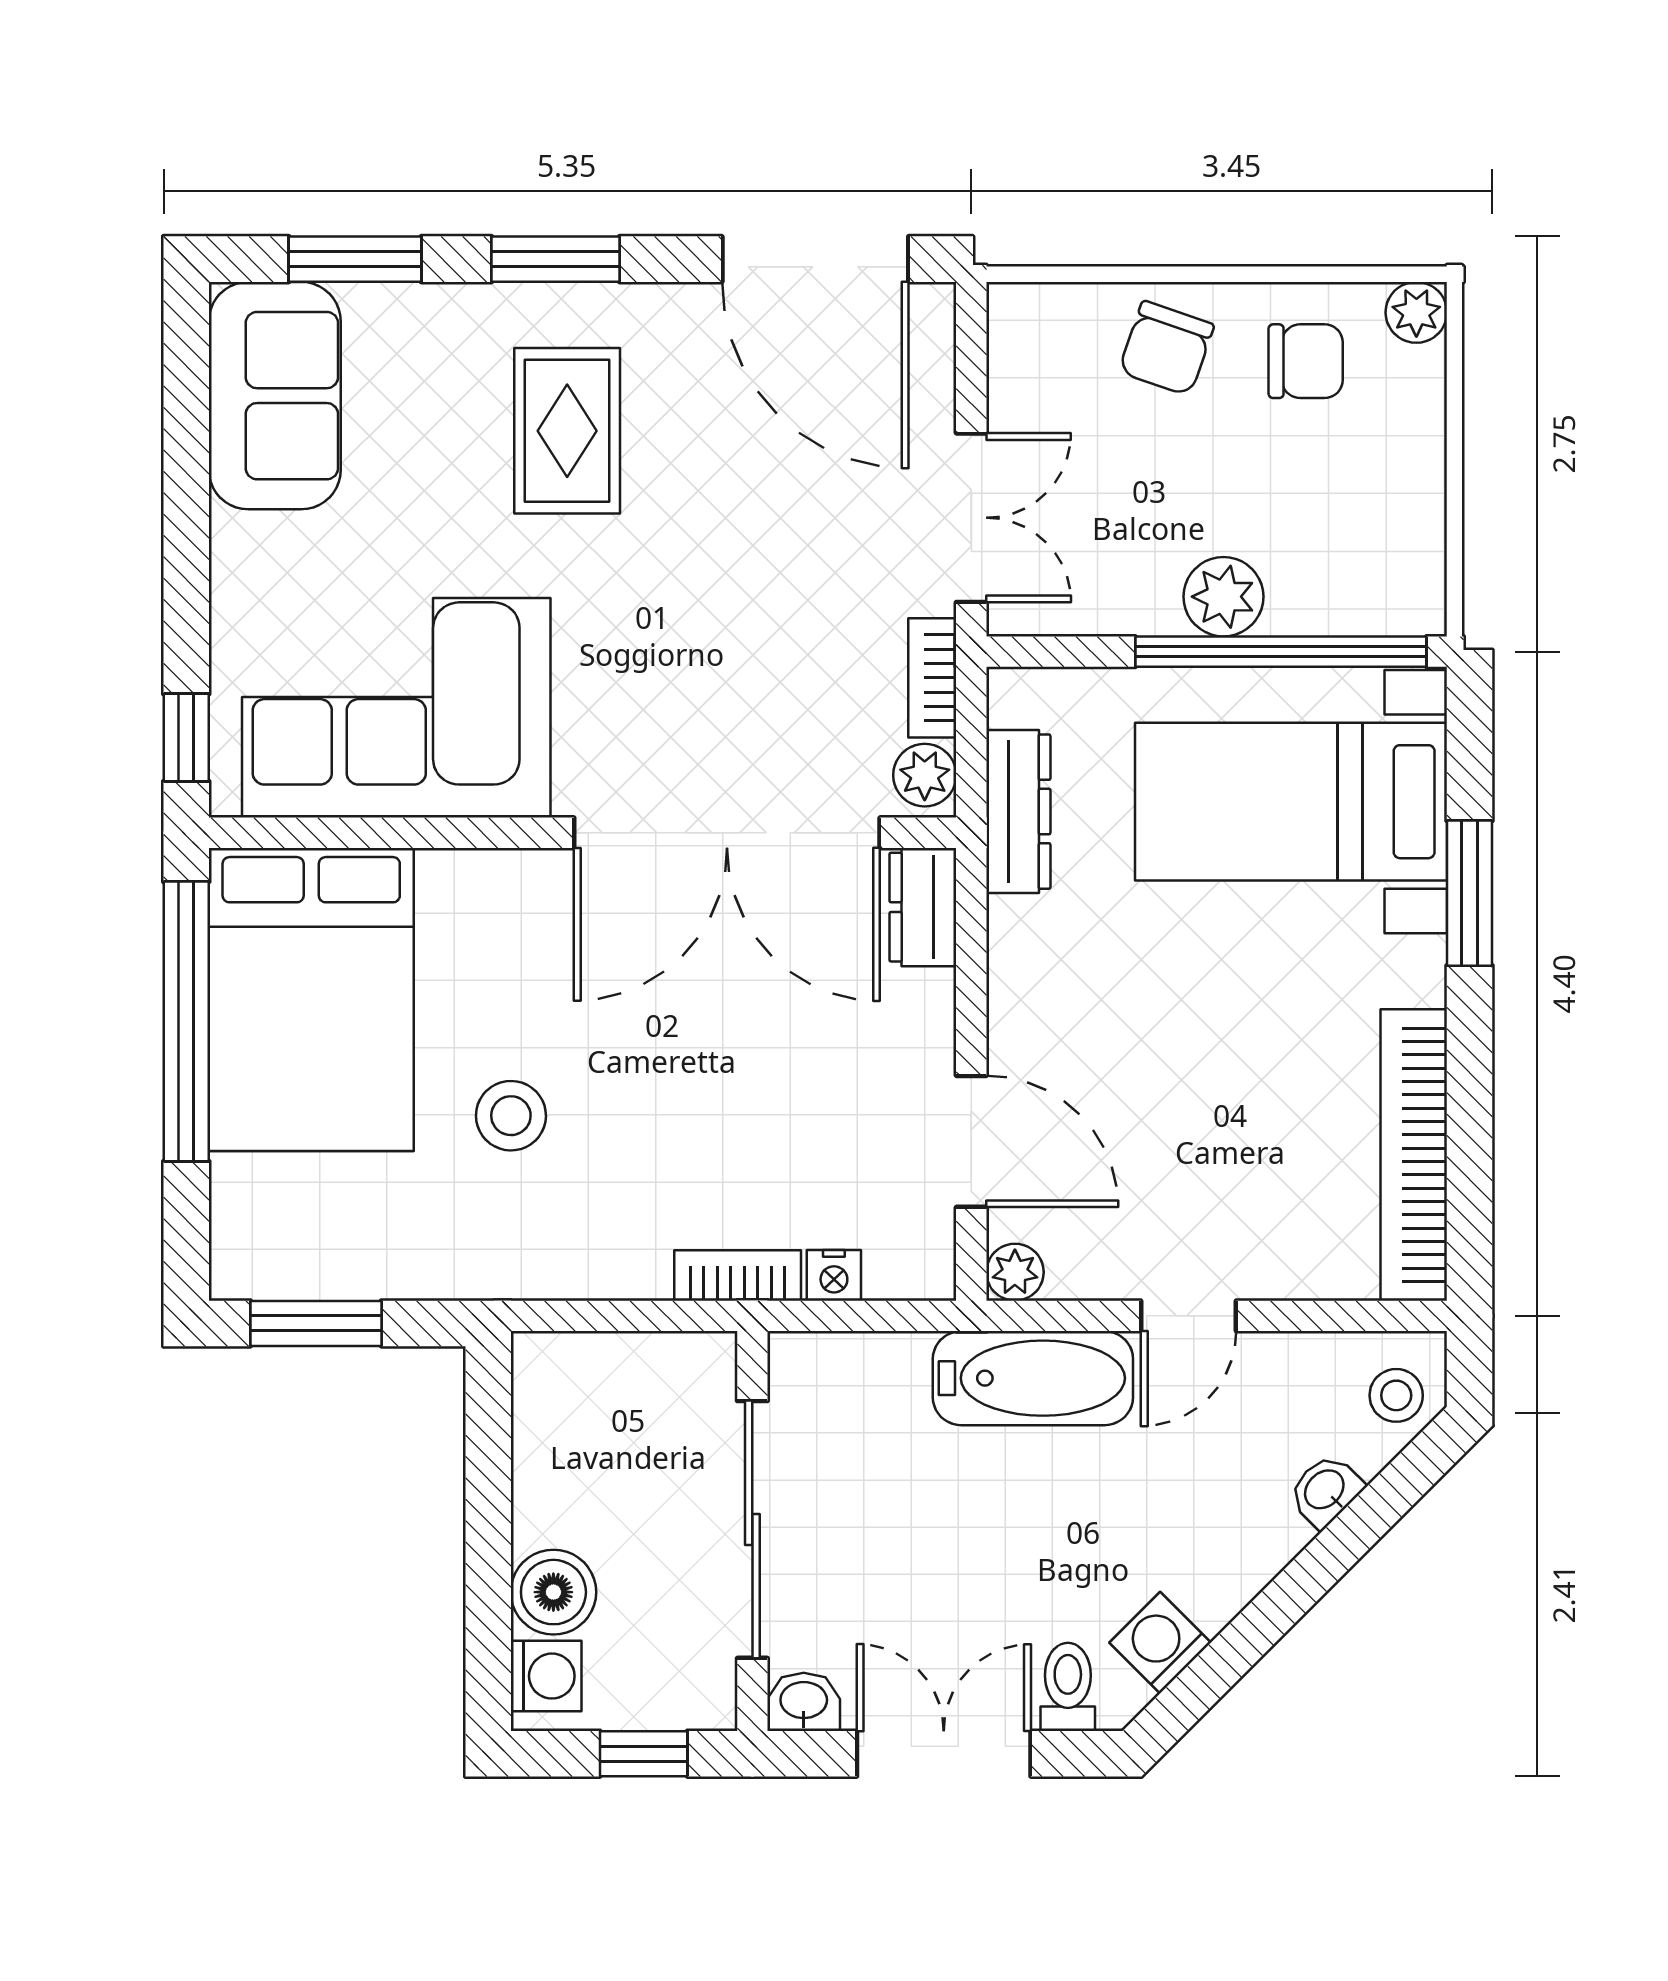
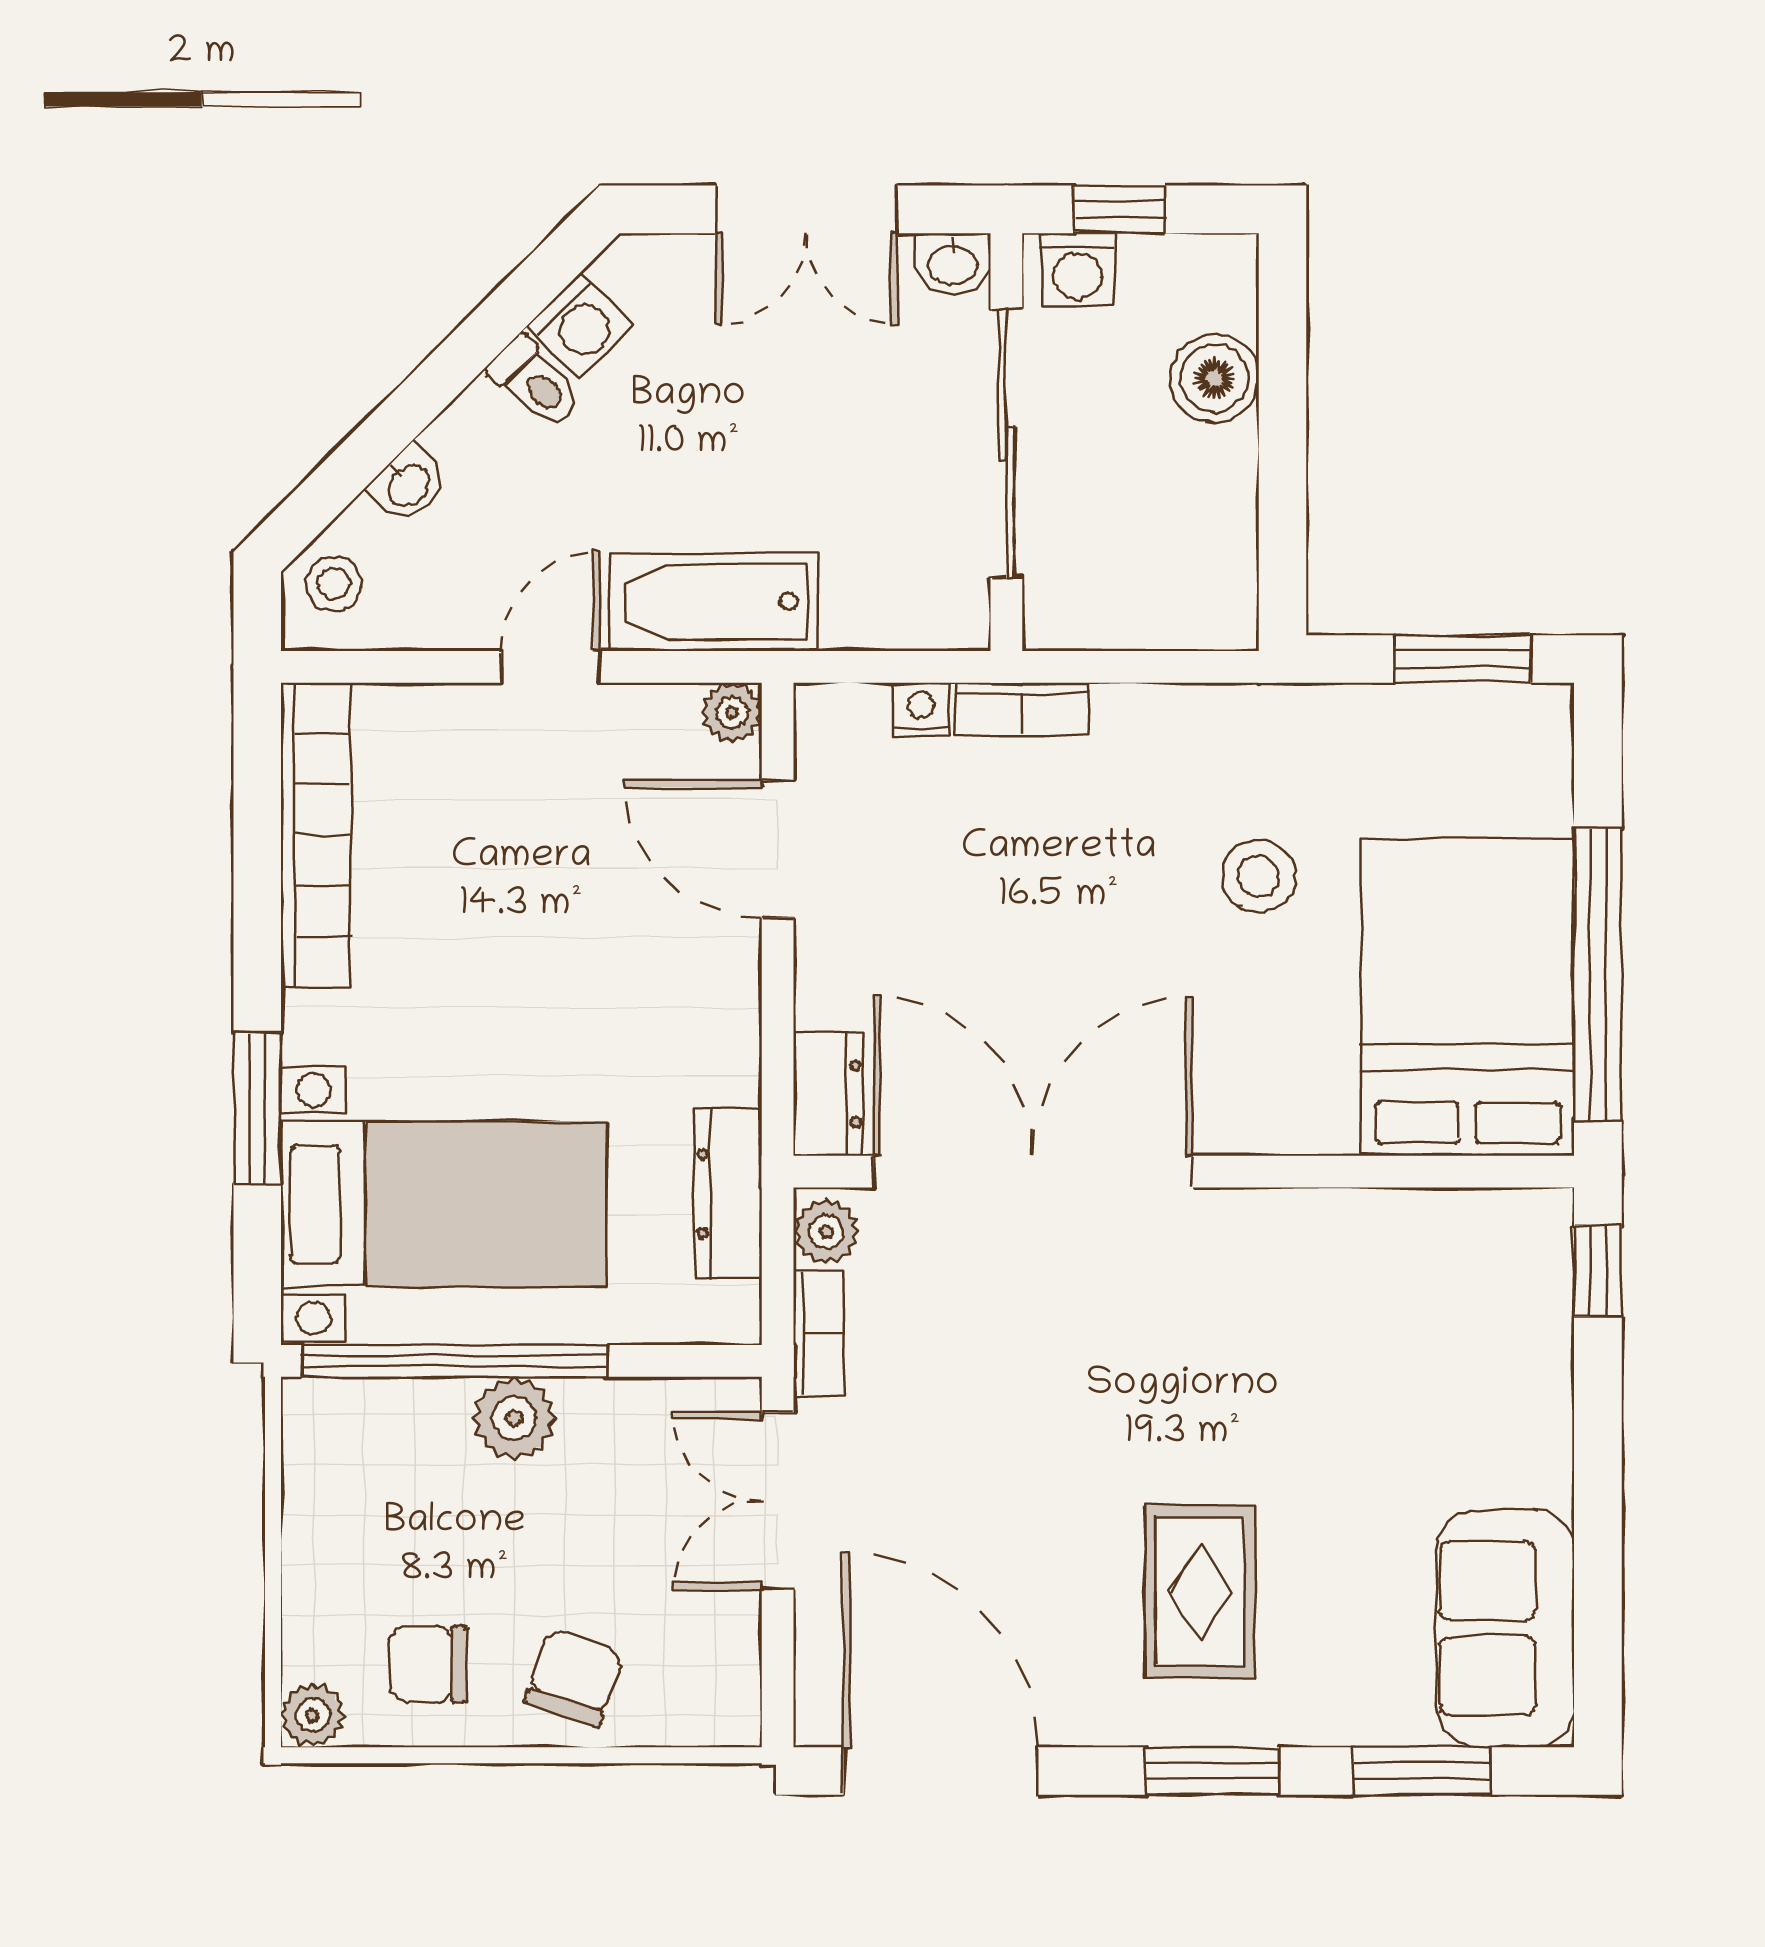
corner sofa: (396, 708) -> (1379, 1302), removed
washing machine: (546, 1676) -> (1077, 270), moved, turned -90
toilet: (1068, 1687) -> (535, 383), moved, turned -45

